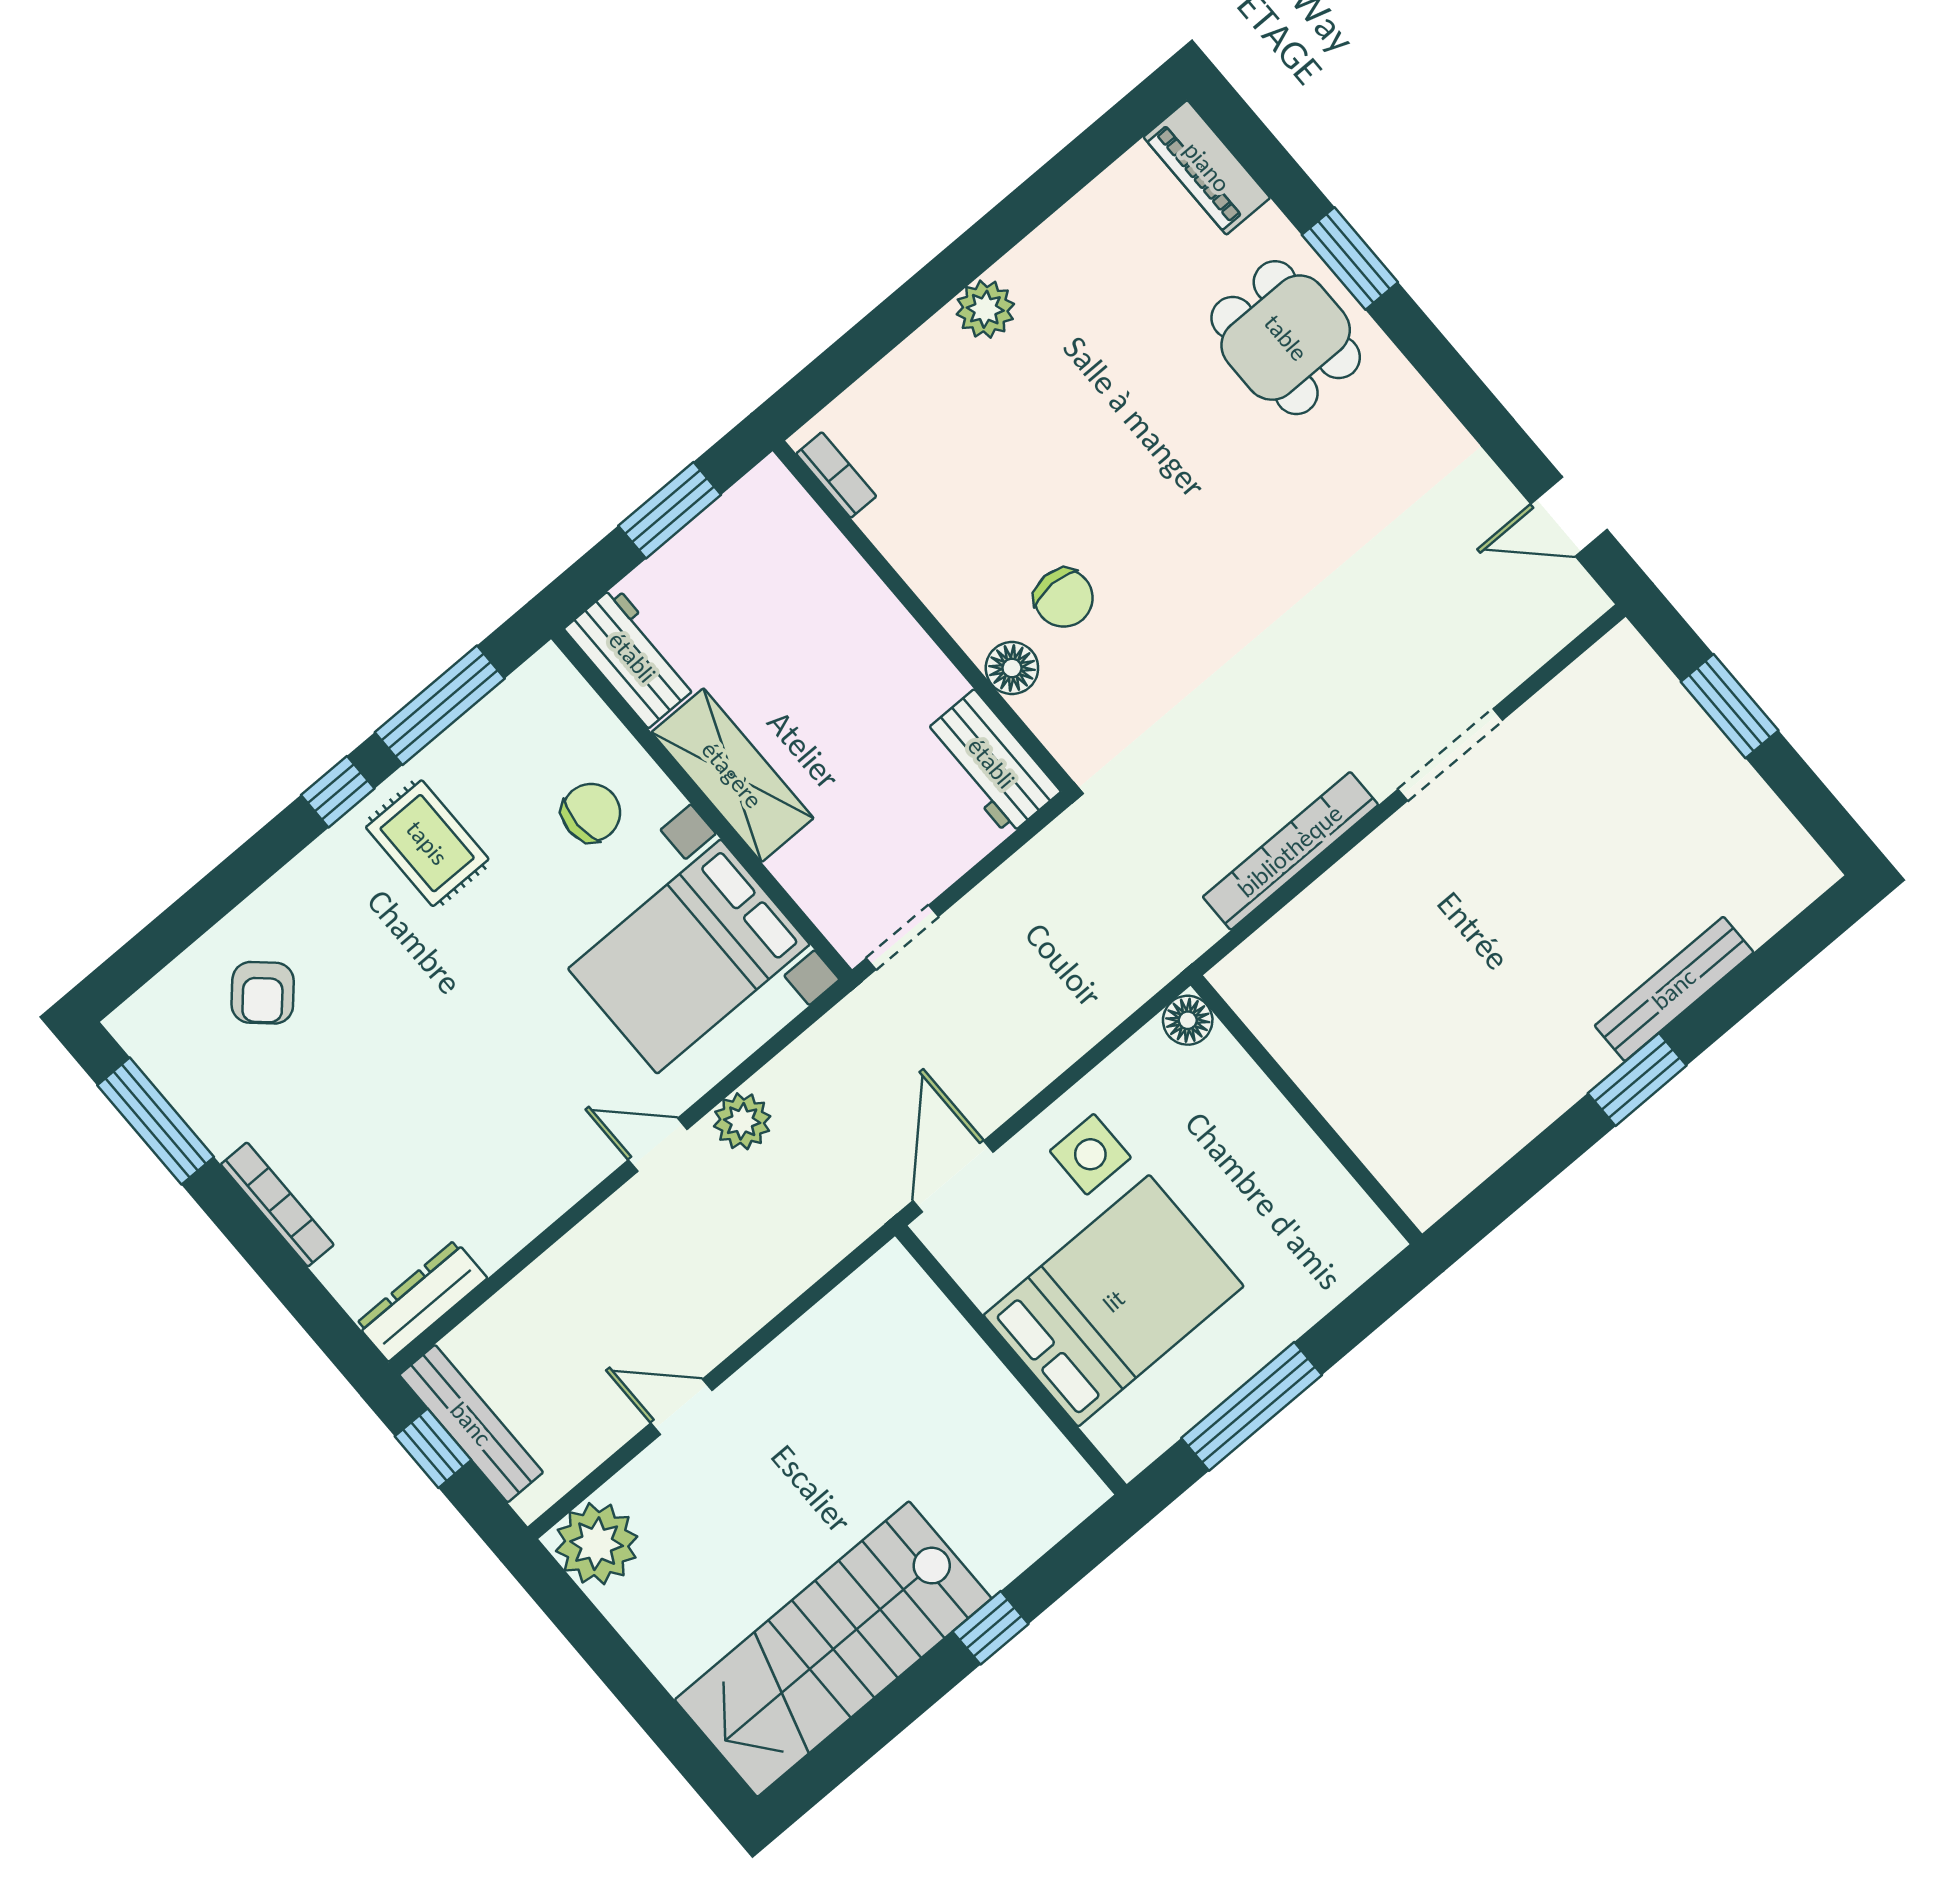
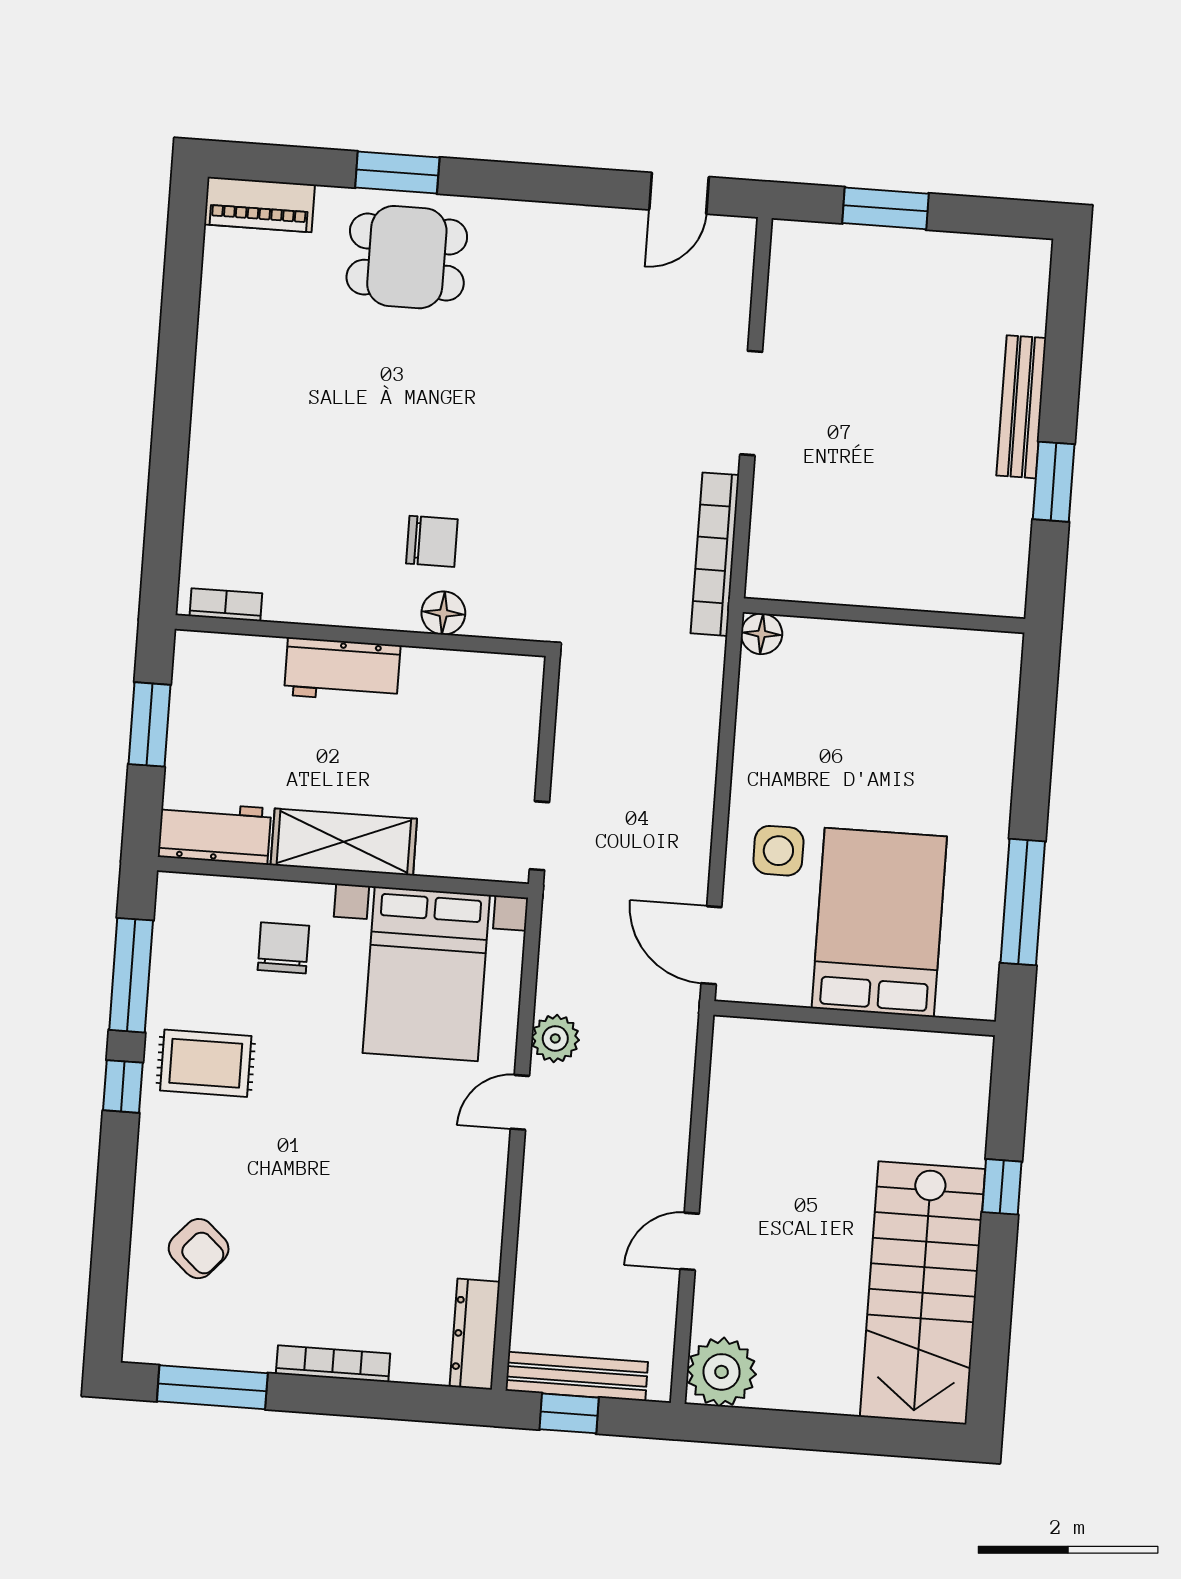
plant: (985, 309) -> (214, 419), removed
workbench: (991, 763) -> (342, 670), moved
floor lamp: (1188, 1020) -> (762, 634), moved
wall: (1306, 1110) -> (884, 615), moved

